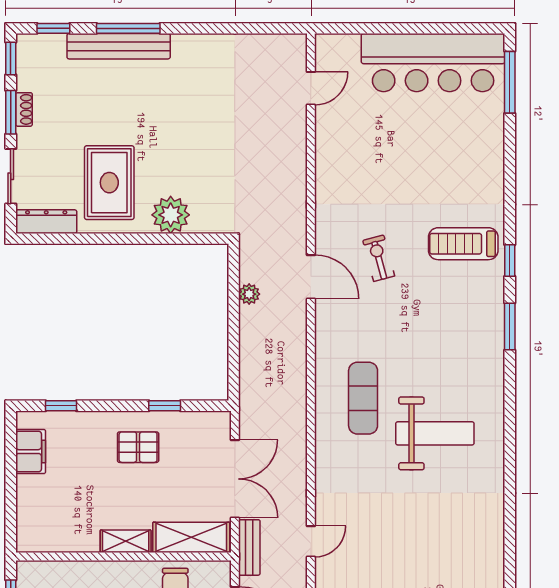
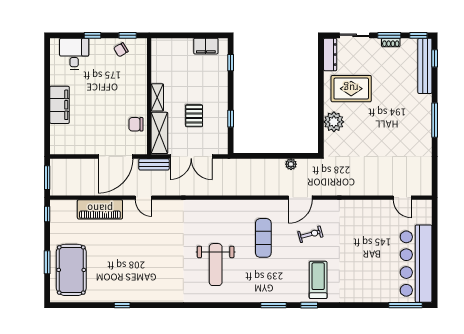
window: (128, 28) -> (435, 120), moved
bench: (119, 46) -> (425, 66), moved
exercise mat: (363, 398) -> (263, 238), moved, turned 90
pallet: (138, 447) -> (194, 116), moved
door: (311, 541) -> (144, 198), moved

